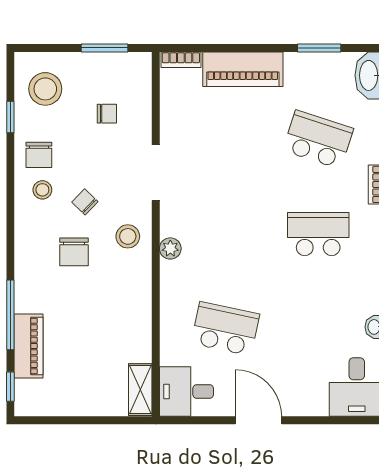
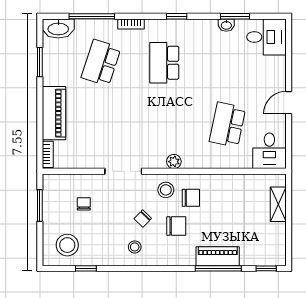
chair: (39, 155) -> (191, 198), moved
piano: (29, 346) -> (218, 256), moved
shelving: (140, 390) -> (278, 204), moved, turned 90
door: (258, 420) -> (289, 103), width x0.73

